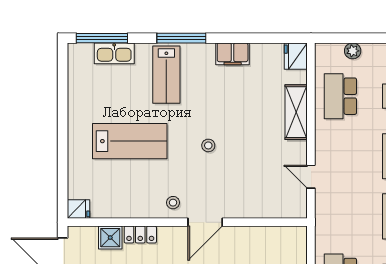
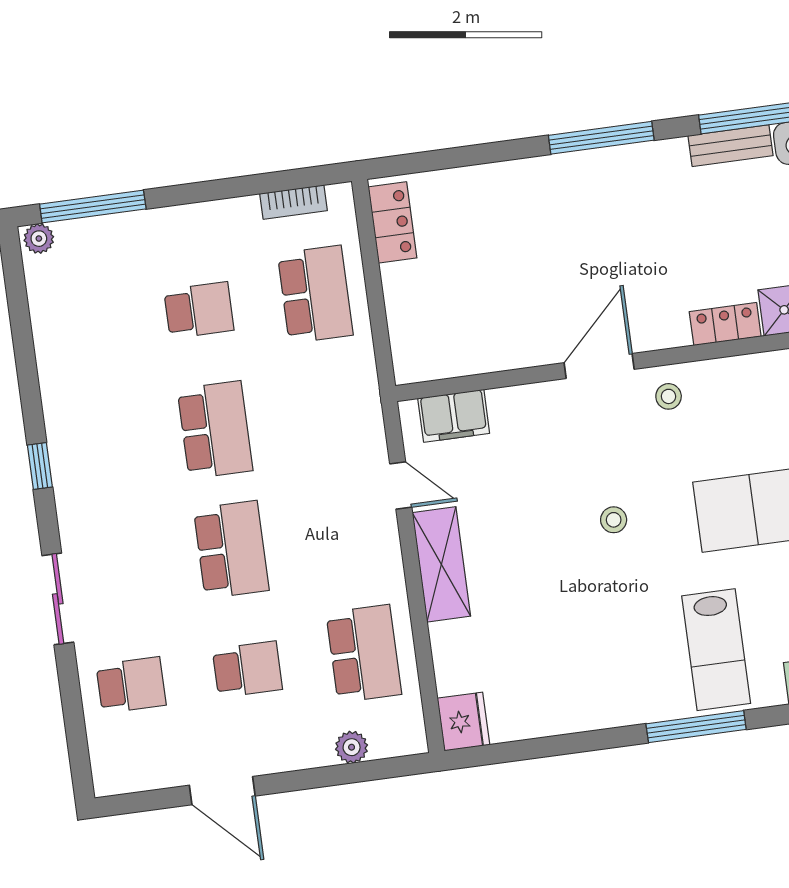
filing cabinet: (233, 54) -> (454, 416), moved, turned 180
lab bench: (166, 75) -> (716, 650), turned 180
shelving: (296, 112) -> (441, 564), moved

